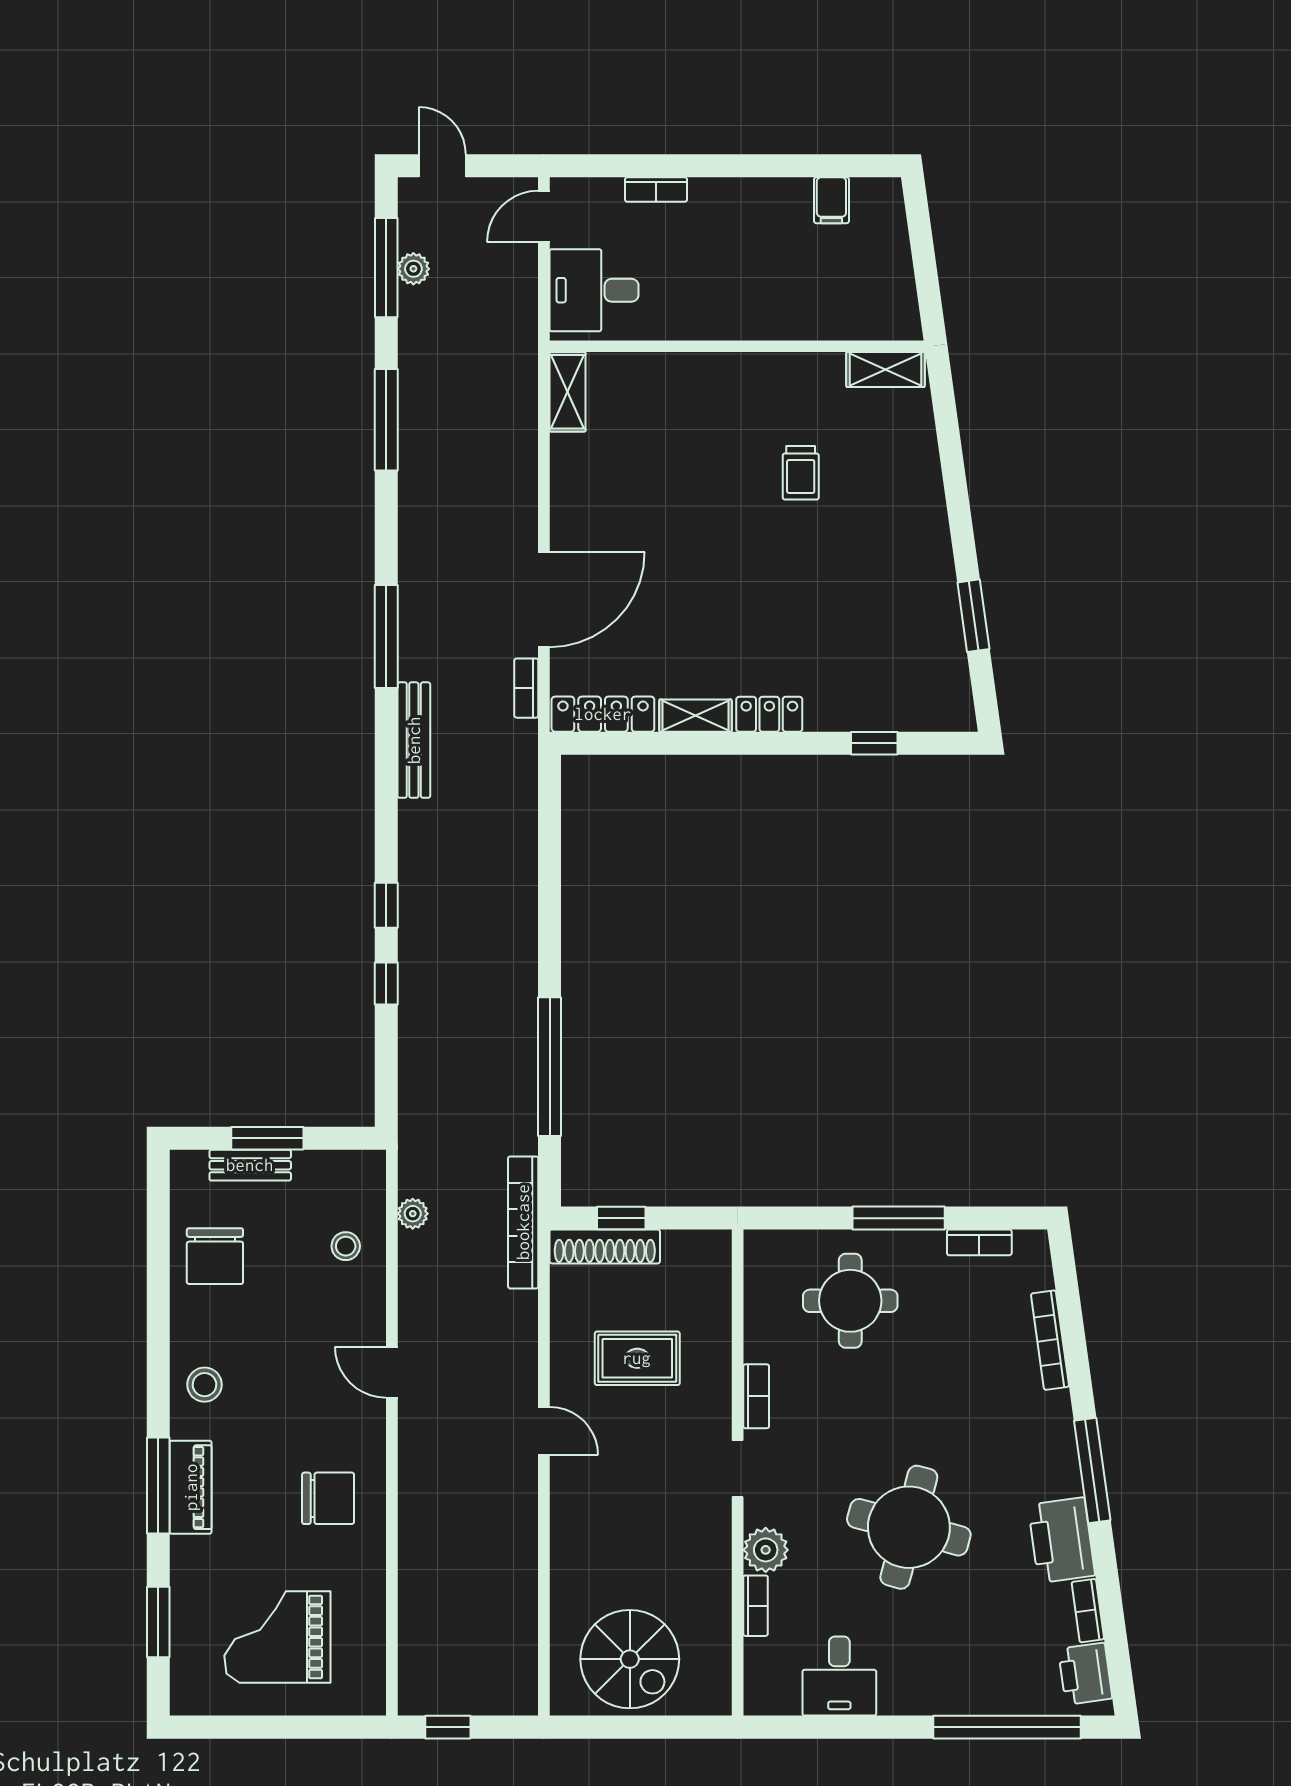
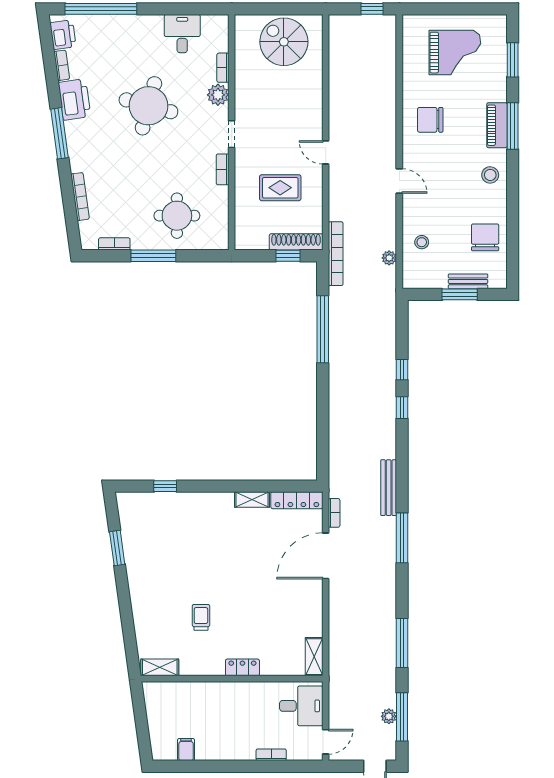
locker: (769, 714) -> (242, 667), moved, turned 180

